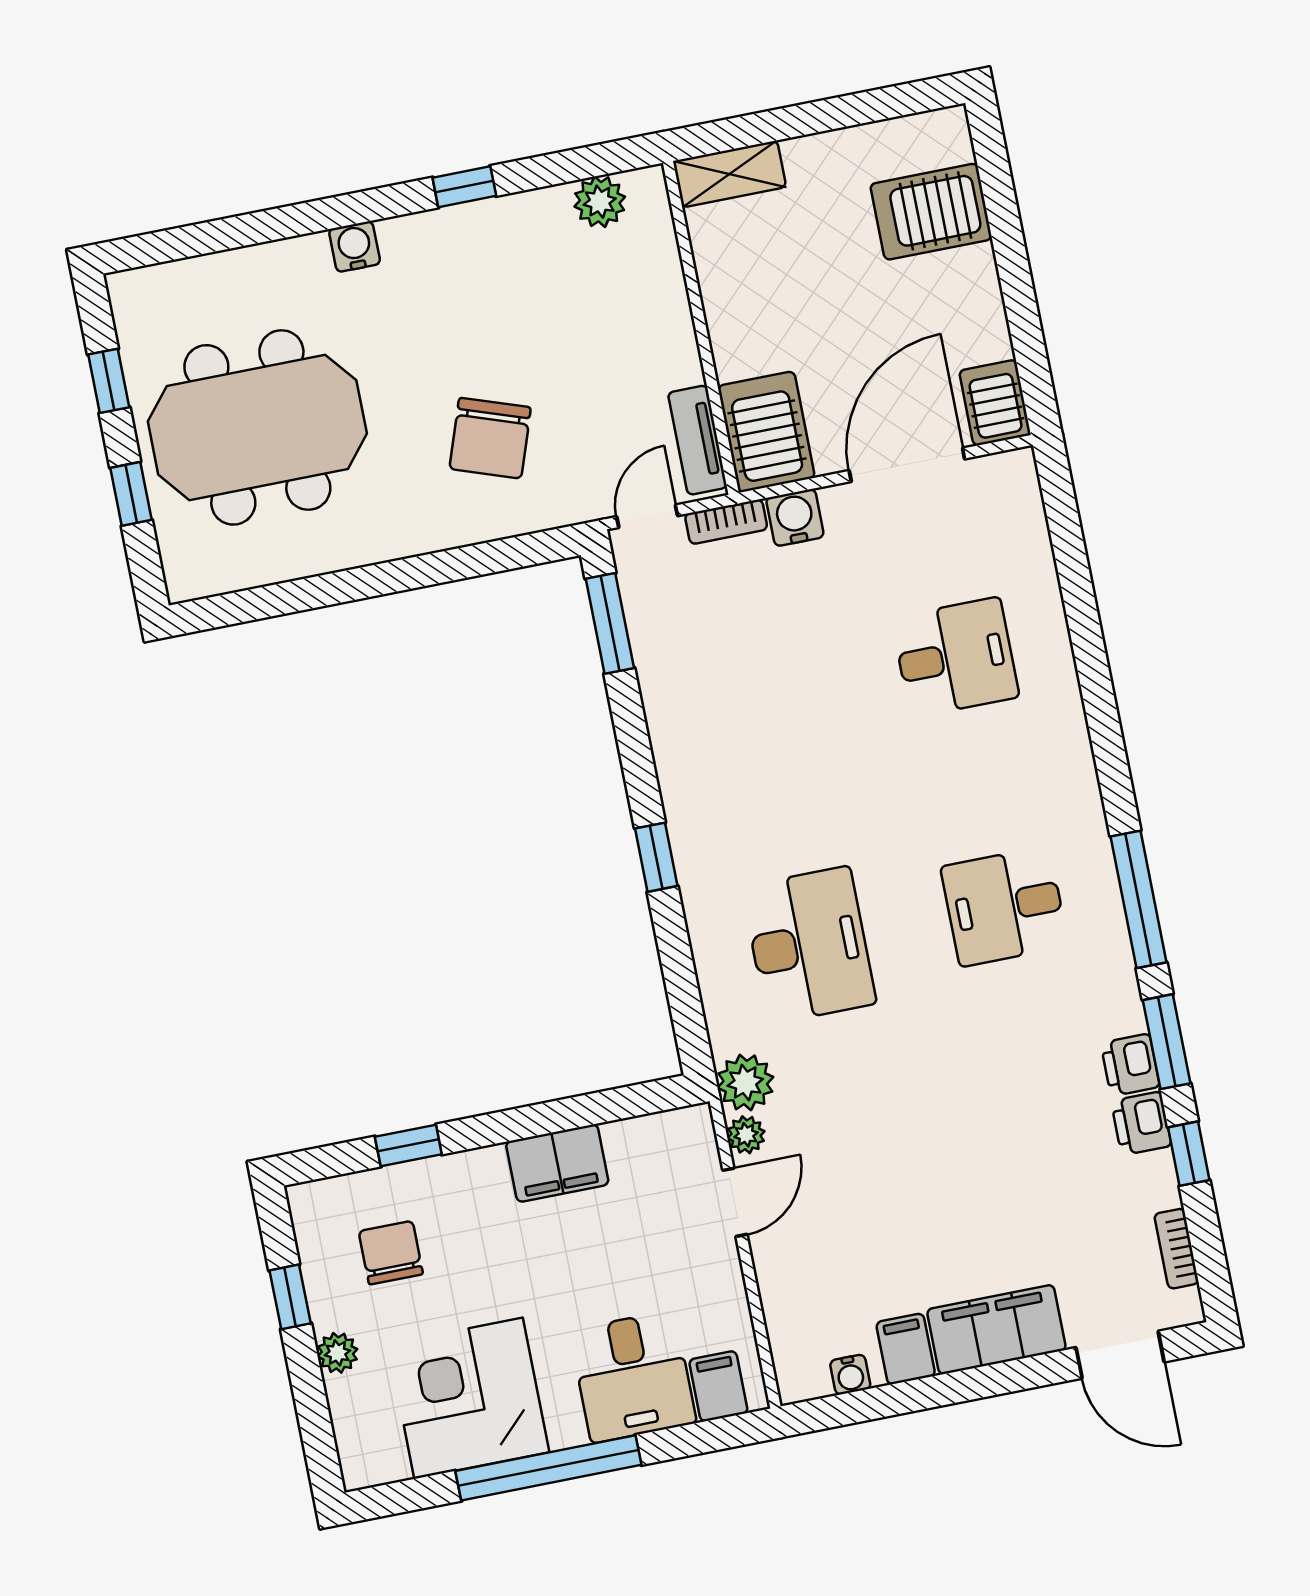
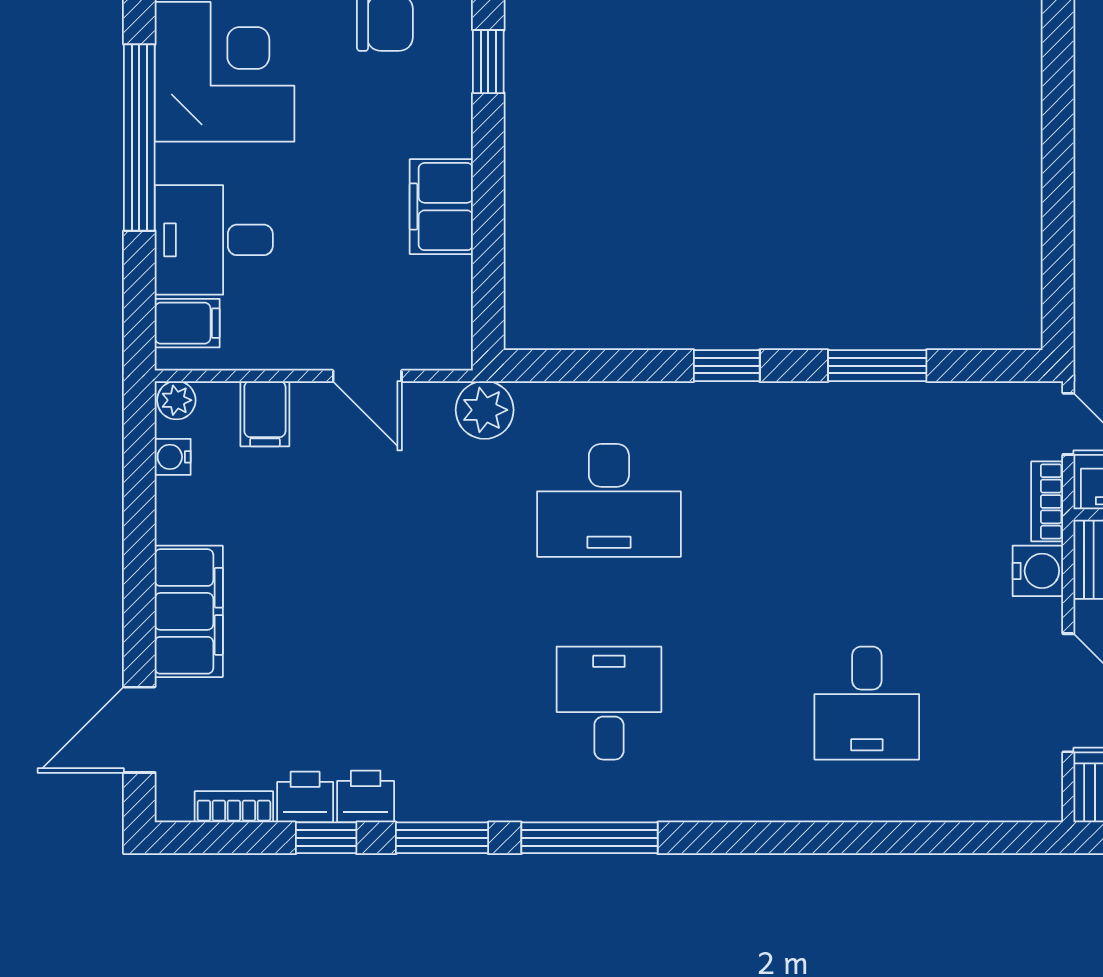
window: (610, 623) -> (877, 366), moved
printer: (1130, 1065) -> (305, 797), moved
plant: (746, 1135) -> (176, 400), moved
filing cabinet: (906, 1349) -> (265, 414), moved, turned 90

